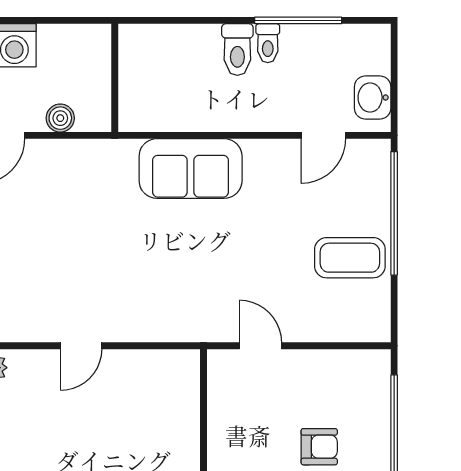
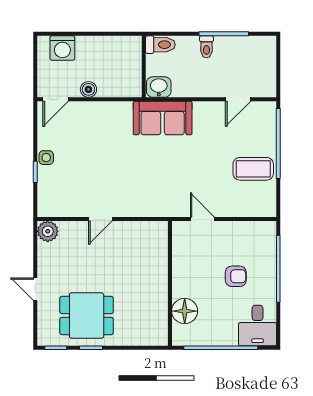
toilet: (237, 50) -> (160, 45), moved, turned -90
wall: (115, 78) -> (144, 67), moved
washbasin: (373, 97) -> (159, 87), moved, turned 90

